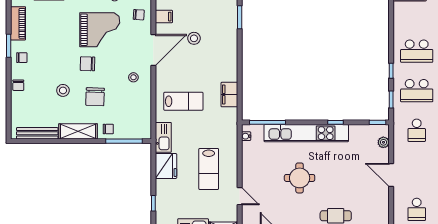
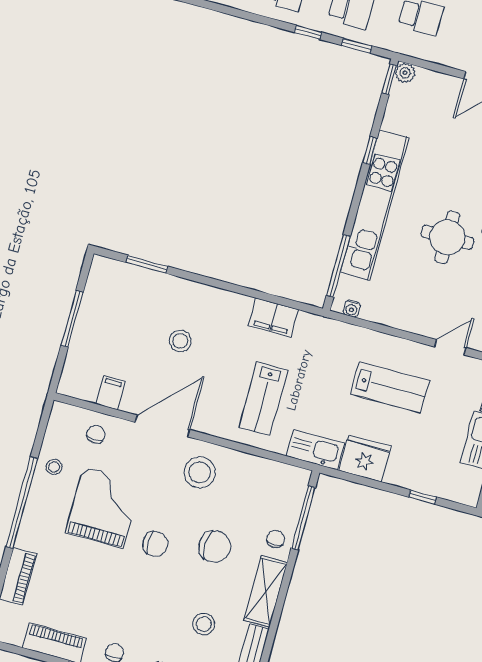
stool: (194, 38) -> (180, 341), moved
door: (153, 50) -> (162, 426), hinge flipped
chair: (88, 64) -> (155, 544), turned -91
stool: (133, 77) -> (200, 472), width x1.89, depth x1.89
stool: (63, 90) -> (204, 624), moved
lab bench: (183, 101) -> (263, 399), turned 180
plant: (383, 142) -> (405, 73), moved

